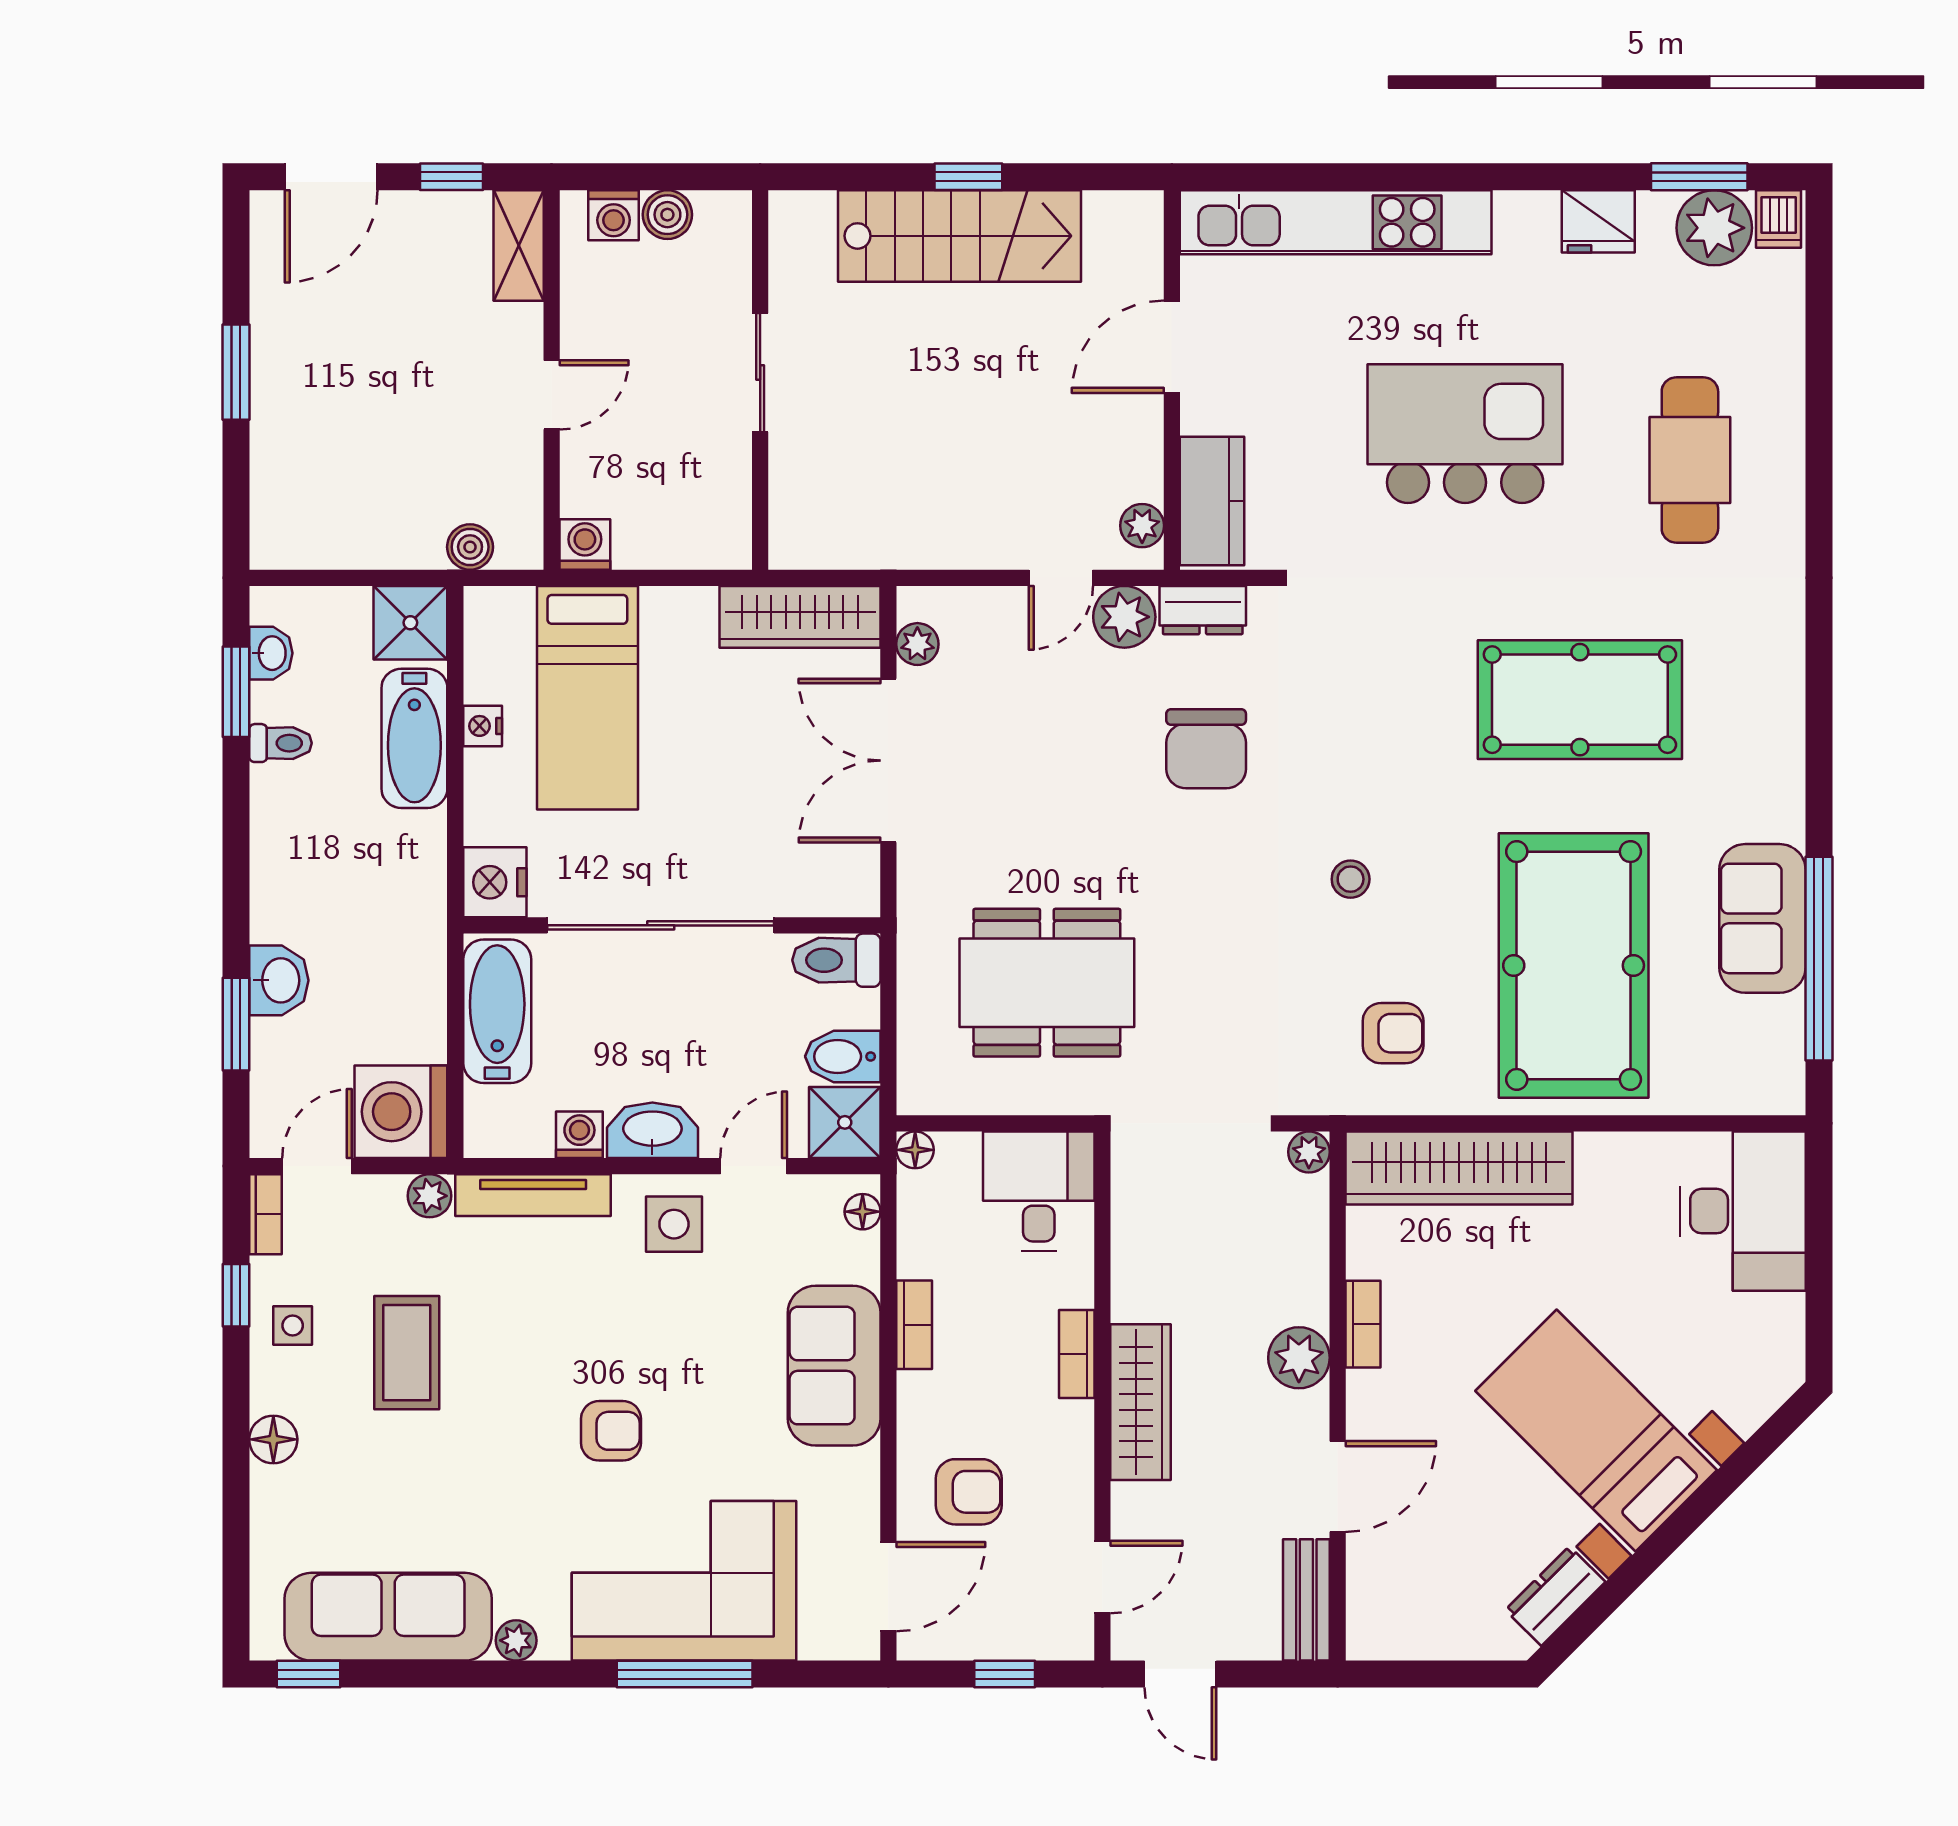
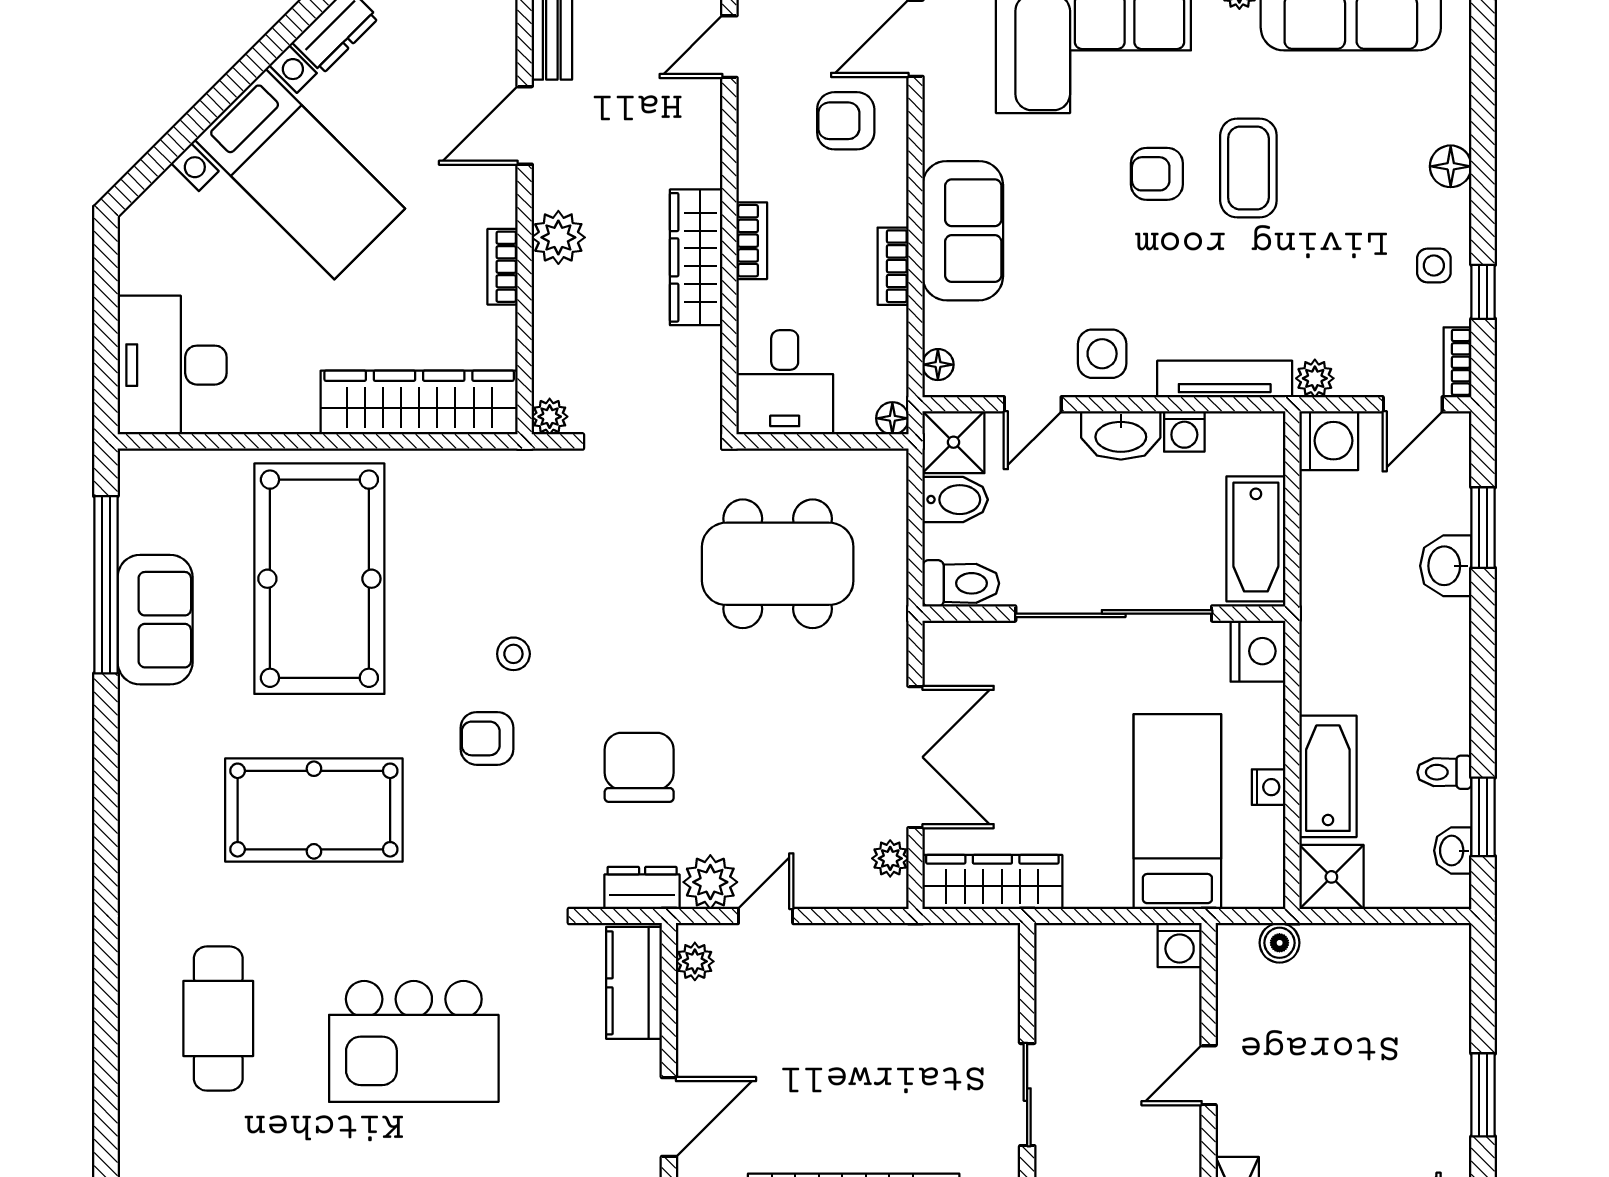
armchair: (1393, 1033) -> (487, 738), moved
washing machine: (401, 1112) -> (1329, 441), width x0.73, depth x0.73
coffee table: (407, 1353) -> (1248, 168), moved
wardrobe: (1141, 1402) -> (696, 257), moved

